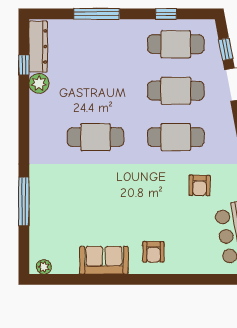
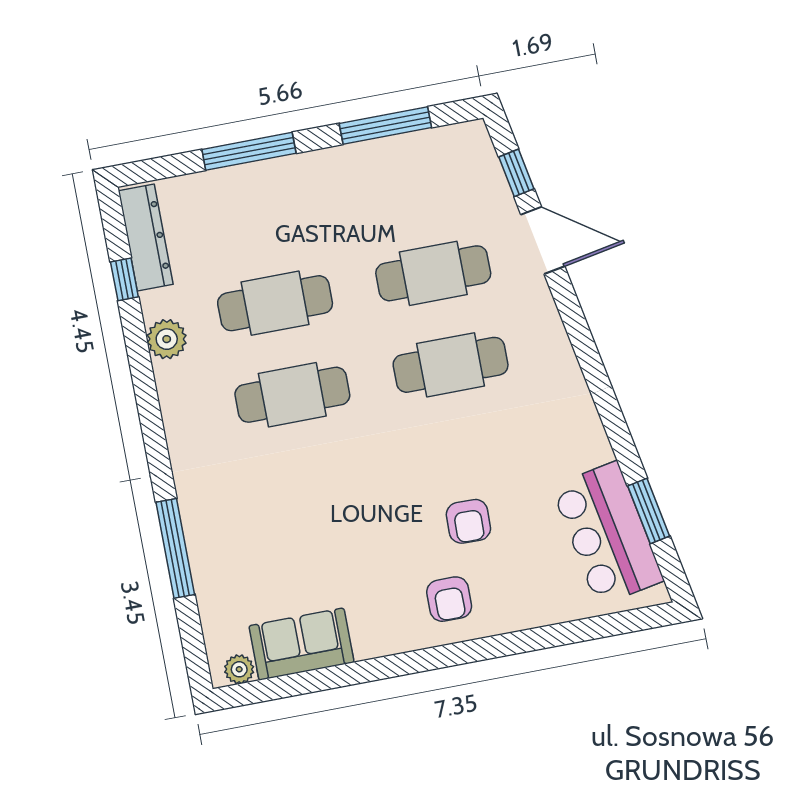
window: (166, 14) -> (385, 126), width x2.17
cafe table: (176, 44) -> (275, 303), moved
plant: (39, 83) -> (167, 339), moved
armchair: (200, 185) -> (468, 521), moved
sofa: (104, 260) -> (301, 644), moved

